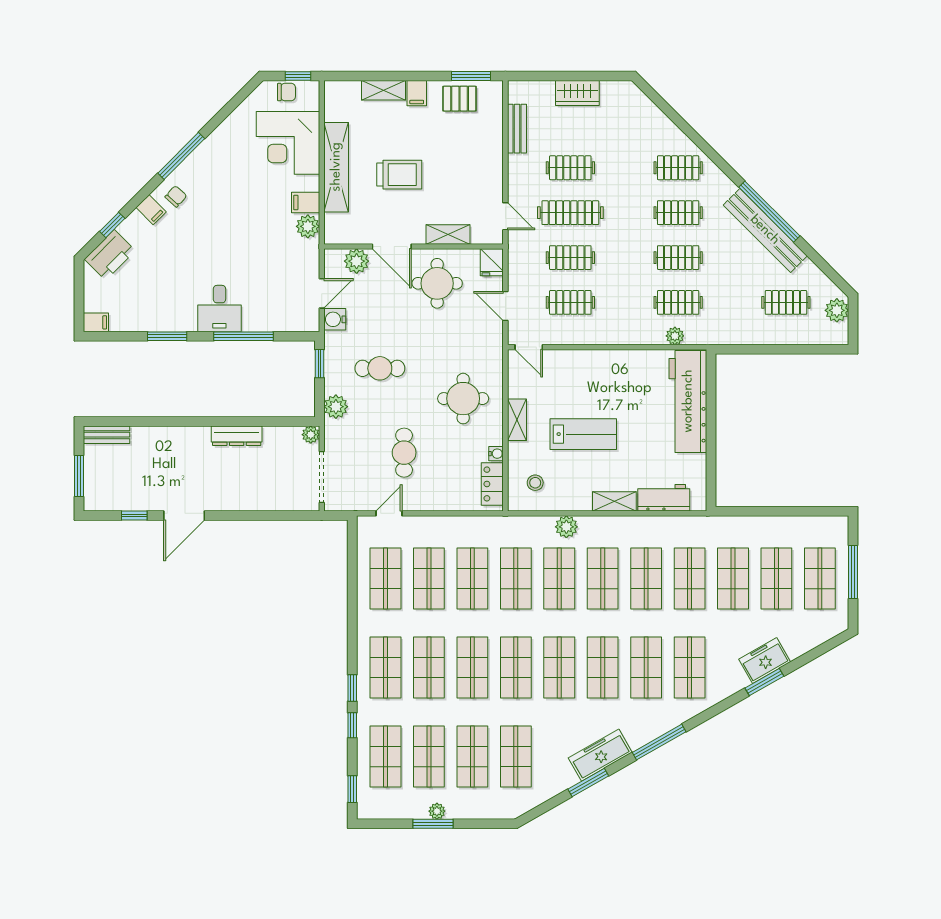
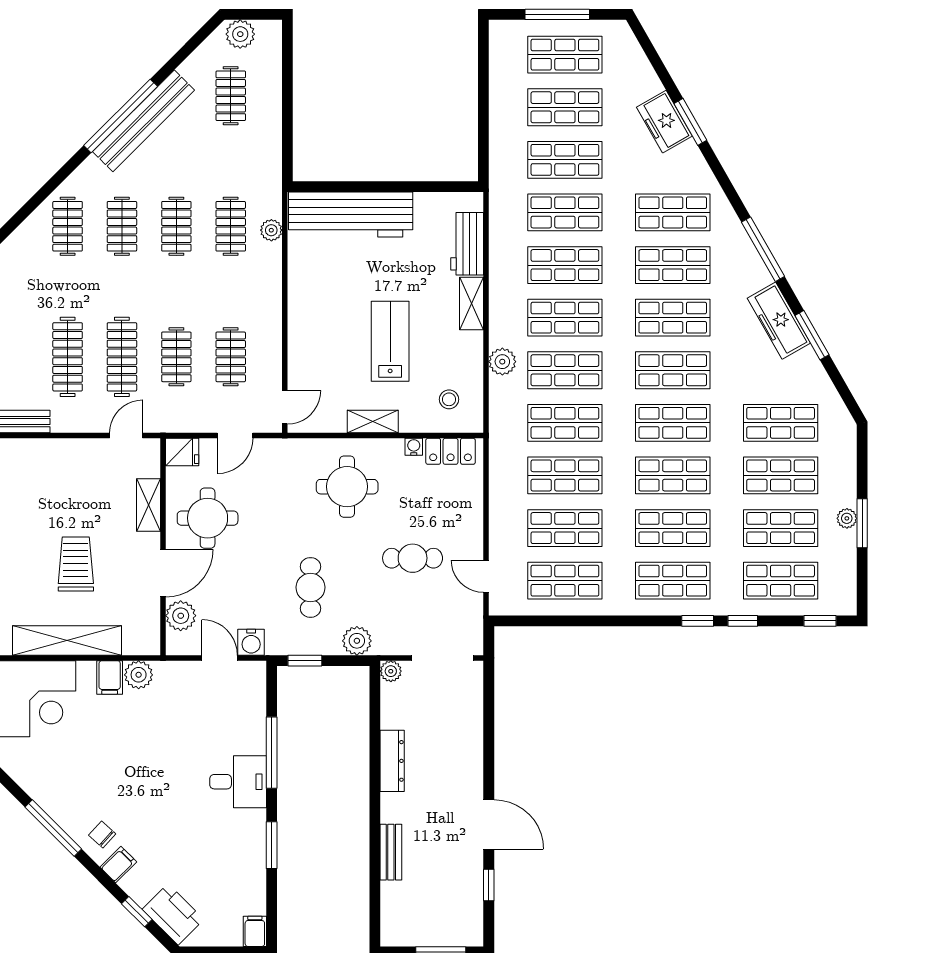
clothes rail: (570, 168) -> (68, 357), width x1.36
bench: (106, 435) -> (391, 852), moved

